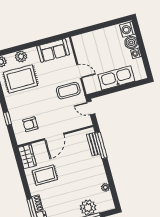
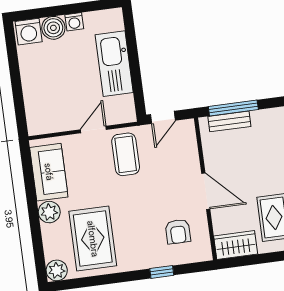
plant: (21, 56) -> (49, 212), moved

